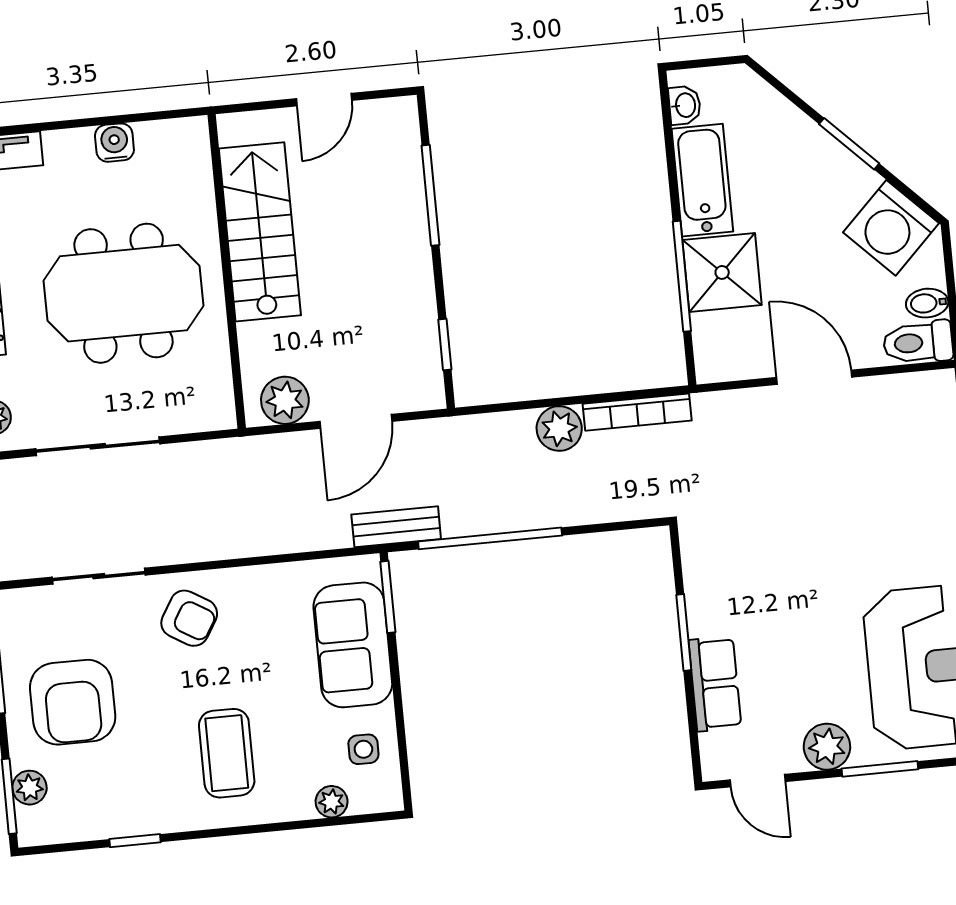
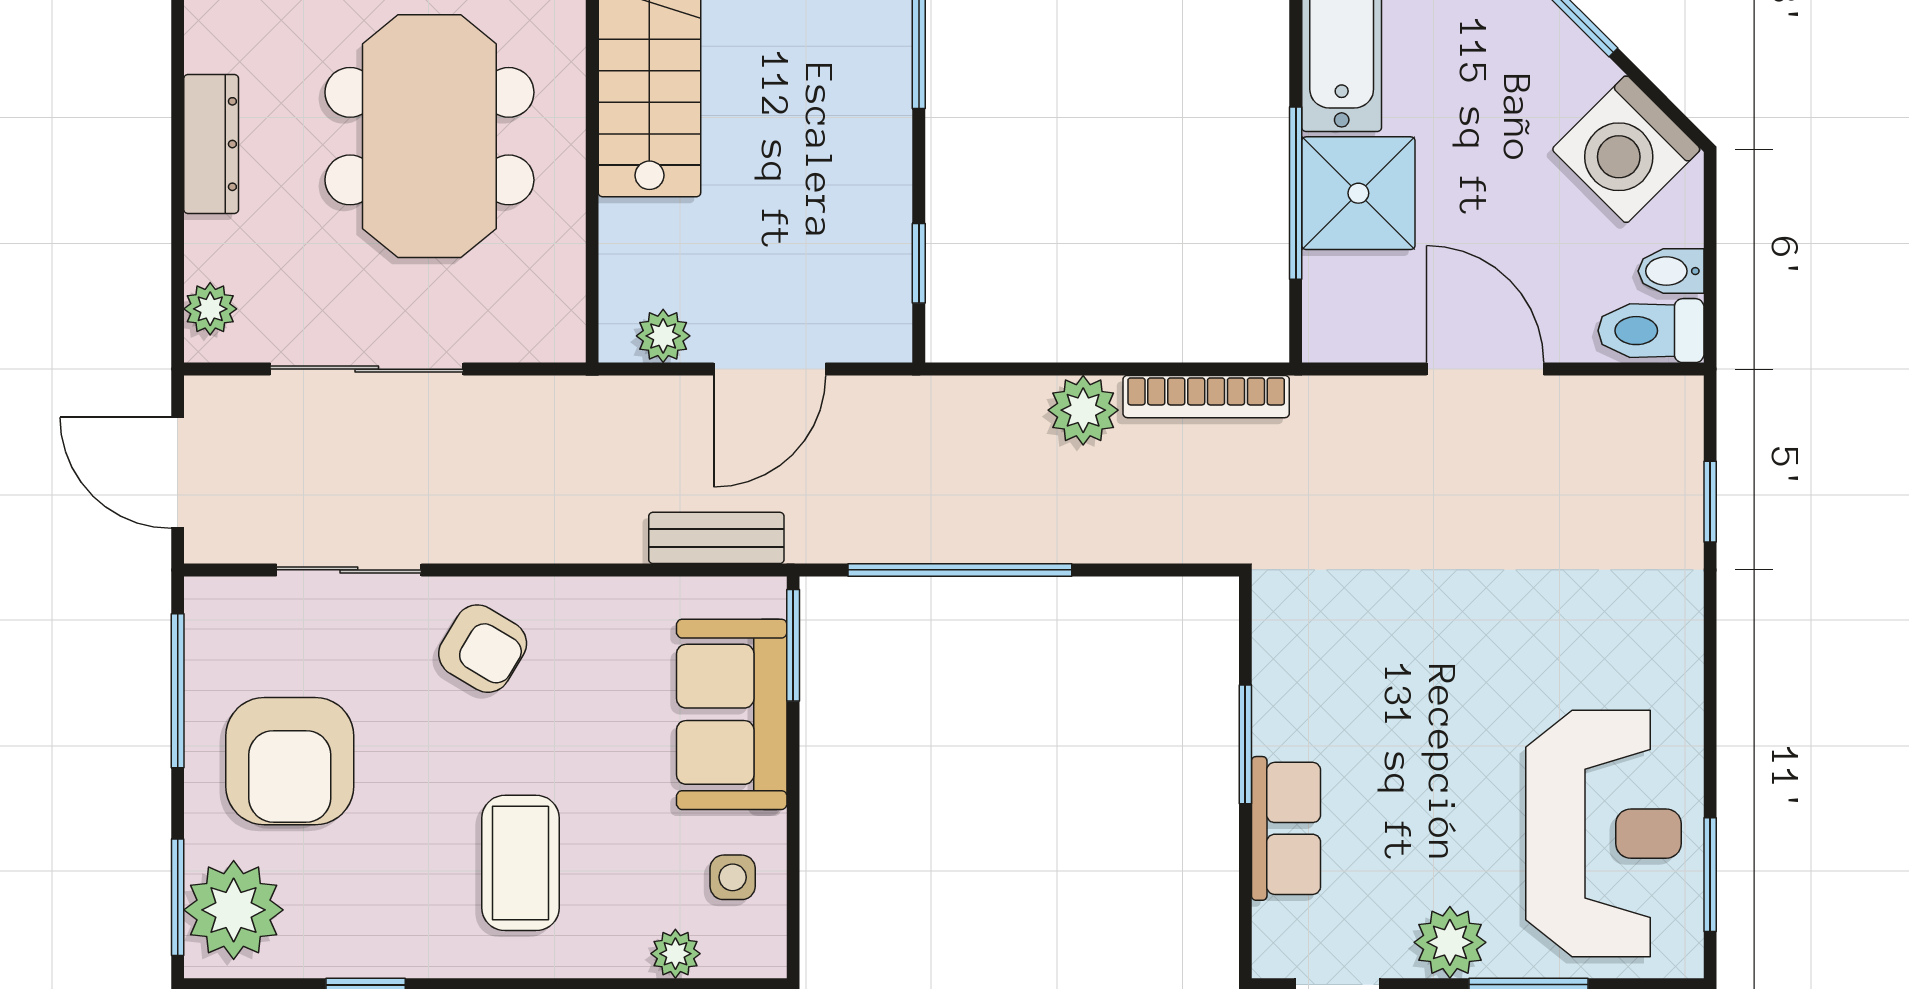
meeting table: (124, 293) -> (429, 136), turned 90
plant: (285, 400) -> (663, 336), width x0.73, depth x0.73
bench: (396, 527) -> (716, 538), moved
plant: (29, 788) -> (234, 910), width x1.88, depth x1.88

